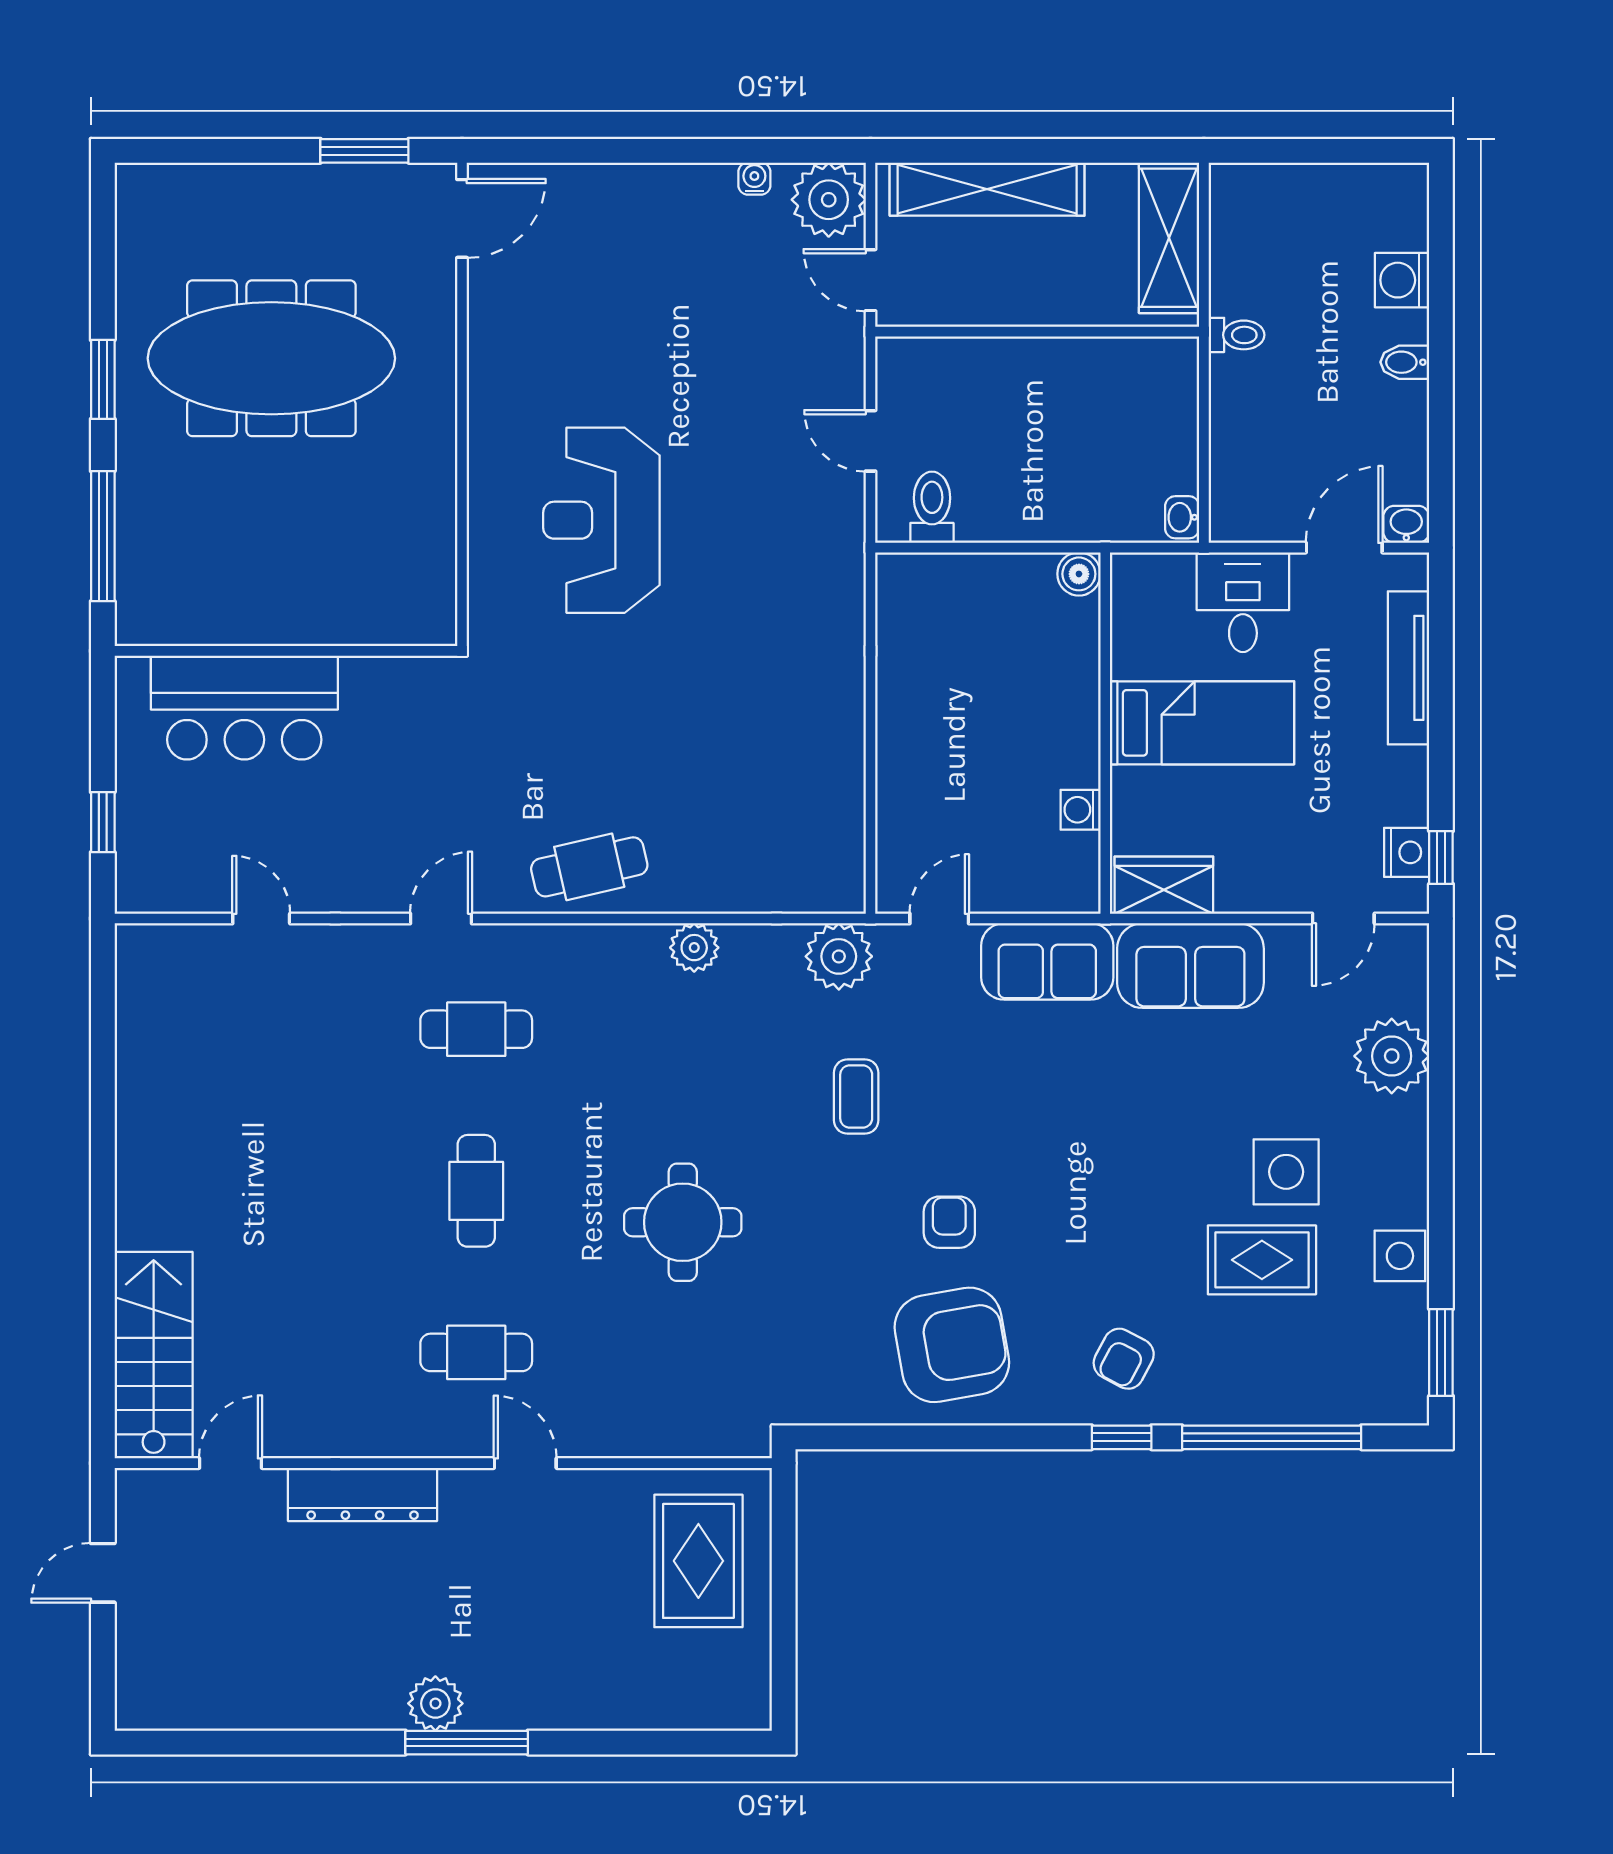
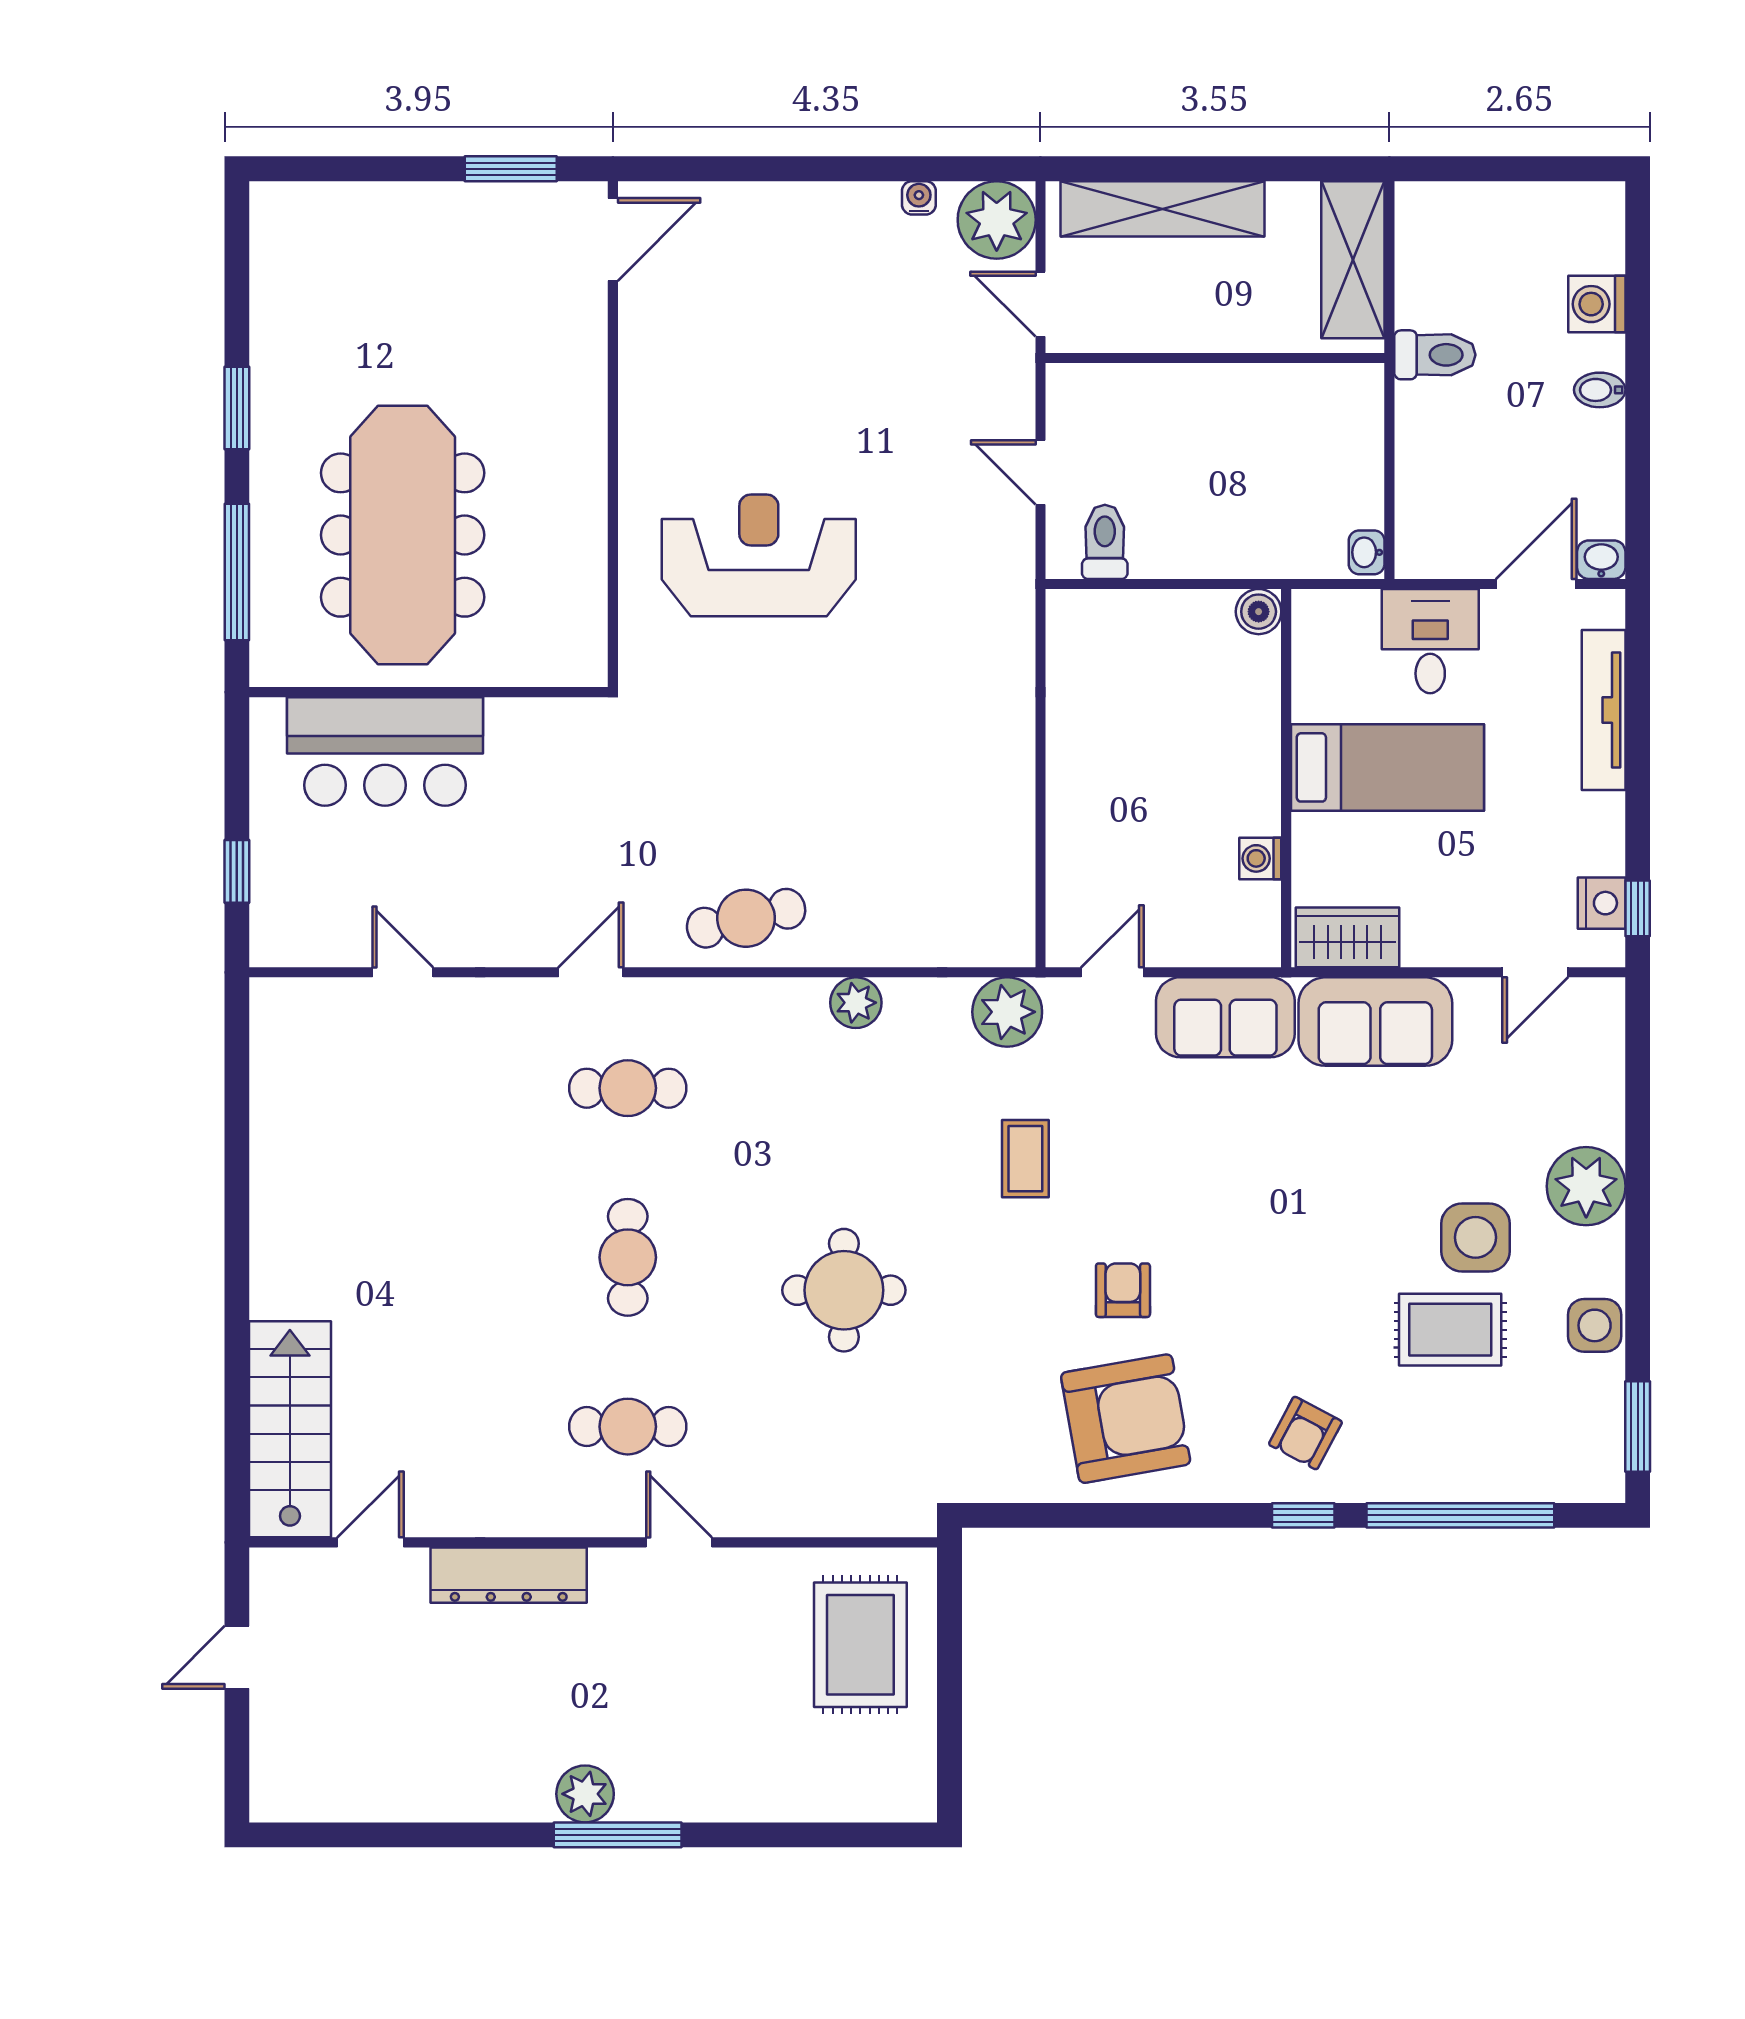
toilet: (1236, 335) -> (1435, 355), width x1.37, depth x1.39
meeting table: (271, 358) -> (403, 535), moved, turned 90
reception desk: (601, 520) -> (759, 555), turned 90
plant: (1392, 1056) -> (1586, 1186), moved

